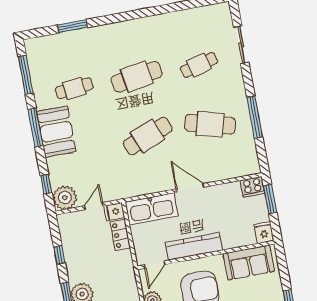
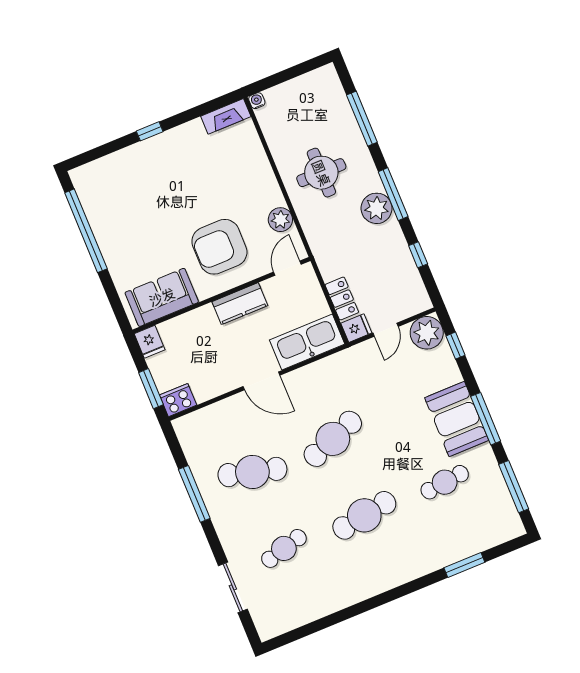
kitchen counter: (194, 246) -> (240, 304), width x0.67

